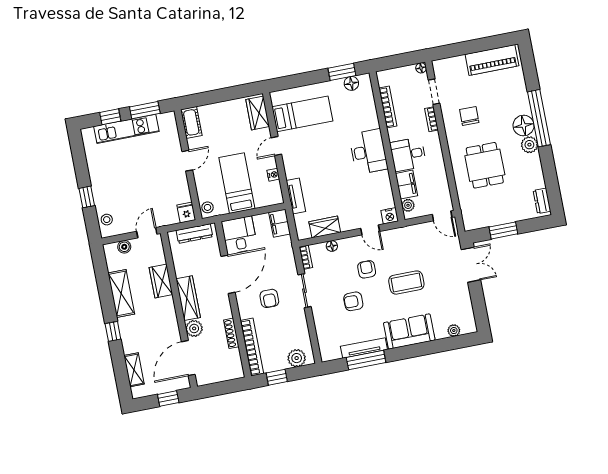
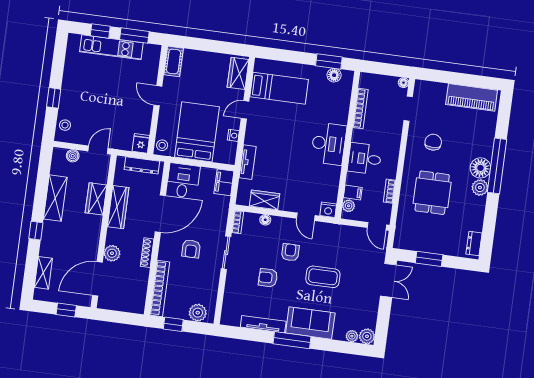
bookcase: (431, 119) -> (389, 191), moved
door: (187, 161) -> (158, 96), swing flipped
bed: (237, 183) -> (197, 132), width x1.50
filing cabinet: (407, 185) -> (353, 192), width x0.50
wardrobe: (188, 298) -> (118, 207), moved
plant: (468, 326) -> (367, 336), added
shoe rack: (231, 333) -> (147, 253), moved
window: (366, 360) -> (292, 340), moved

